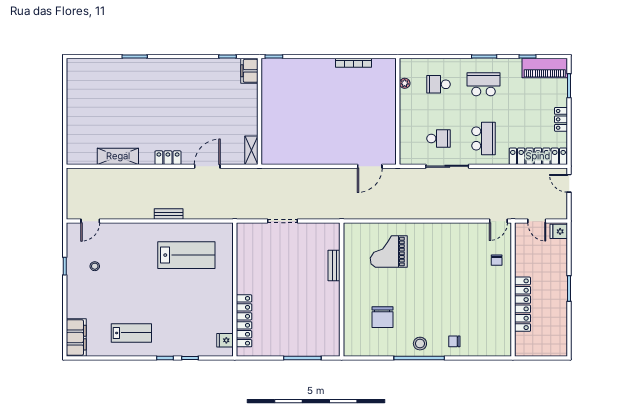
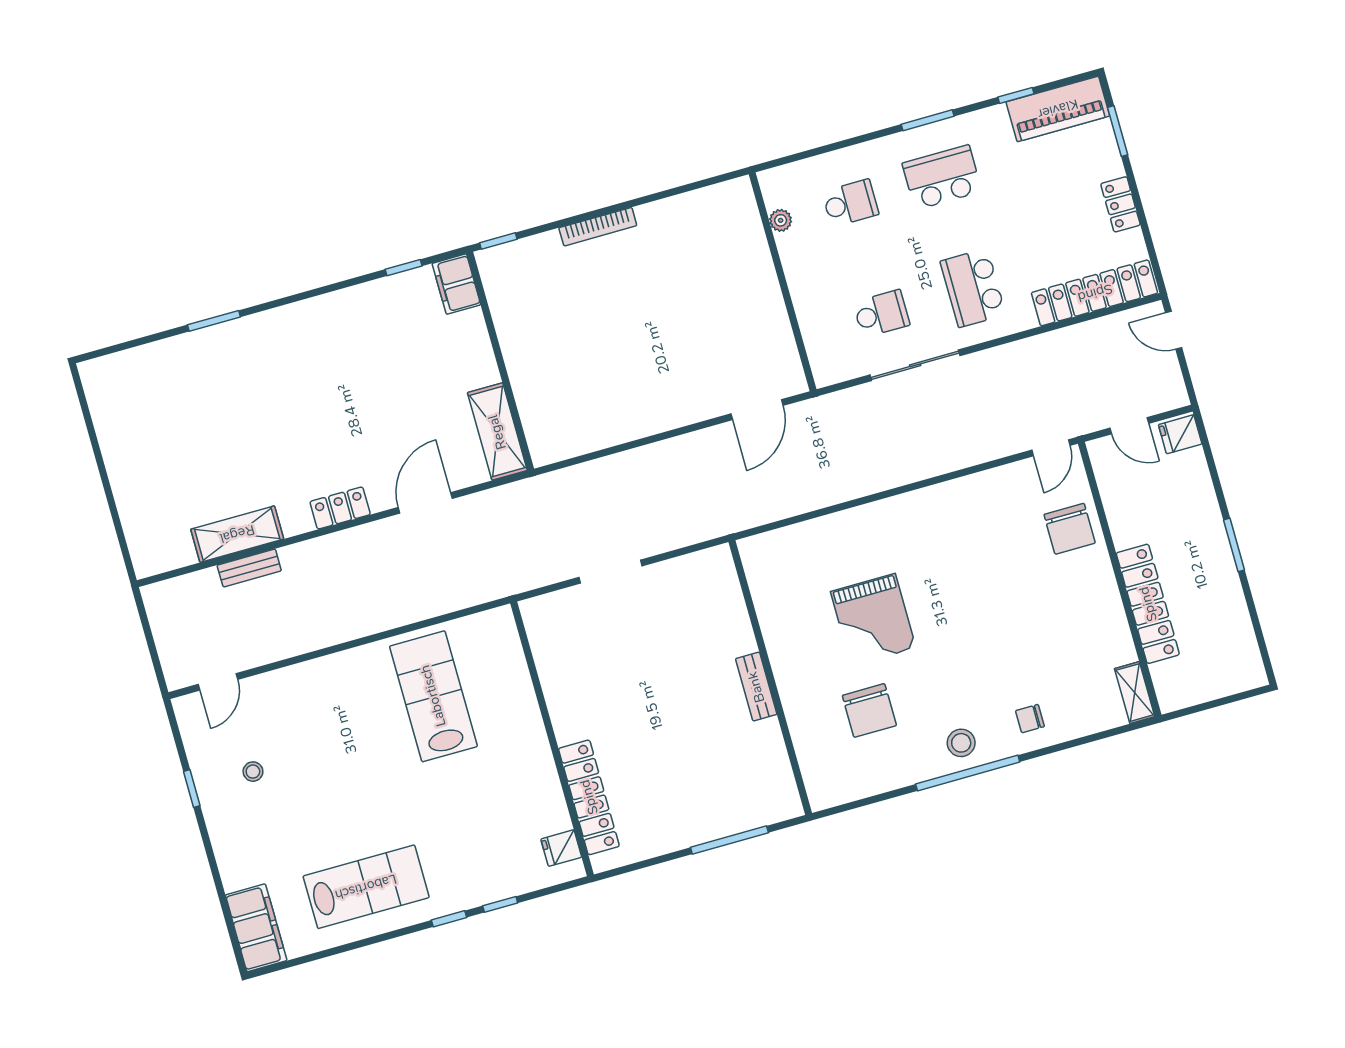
bookcase: (353, 63) -> (598, 227), moved
school desk: (439, 84) -> (850, 203), turned 180
school desk: (483, 138) -> (973, 288), turned 180
shelving: (251, 150) -> (497, 432), width x1.50, depth x1.33
bench: (169, 214) -> (249, 568), moved
grand piano: (389, 252) -> (873, 620), moved, turned -90
lab bench: (186, 255) -> (433, 696), turned -90
chair: (497, 260) -> (1070, 529), width x1.87, depth x1.87
bench: (334, 265) -> (756, 687), moved
lab bench: (131, 333) -> (366, 887), width x1.36, depth x1.39
shelving: (505, 343) -> (1135, 693), added

